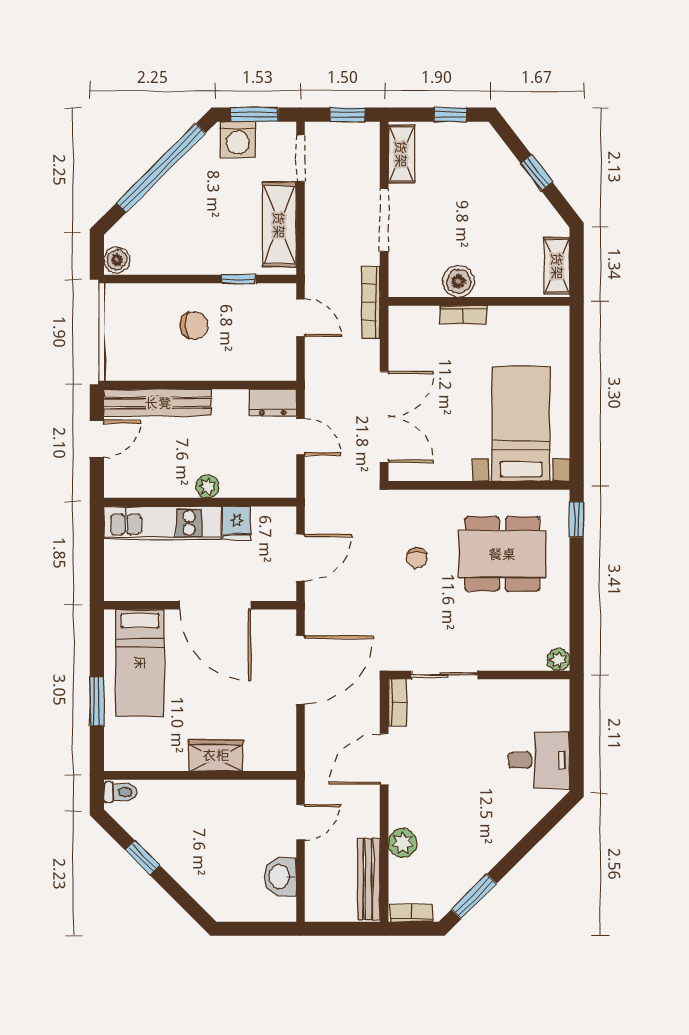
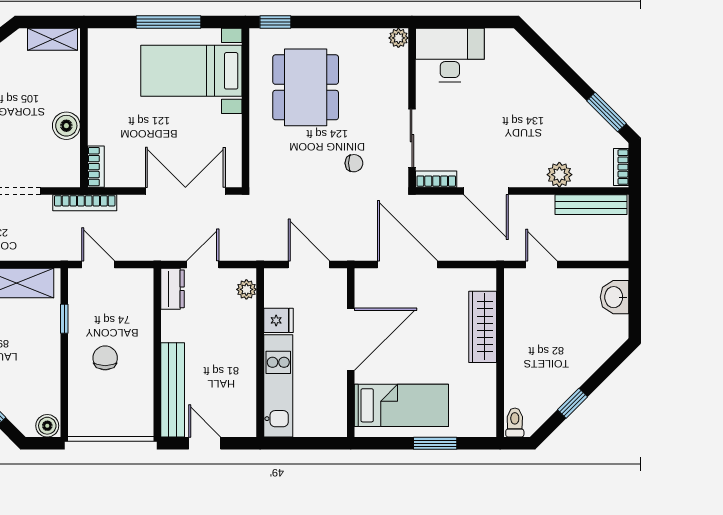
bookcase: (463, 315) -> (96, 167), moved
door: (300, 318) -> (98, 264), hinge flipped
window: (577, 398) -> (168, 22), added
plant: (207, 487) -> (246, 289), moved
chair: (417, 558) -> (354, 163), moved
wardrobe: (216, 755) -> (483, 327), width x1.50
desk: (539, 760) -> (450, 55), moved, width x1.37
washbasin: (280, 877) -> (615, 297), moved, turned 90

